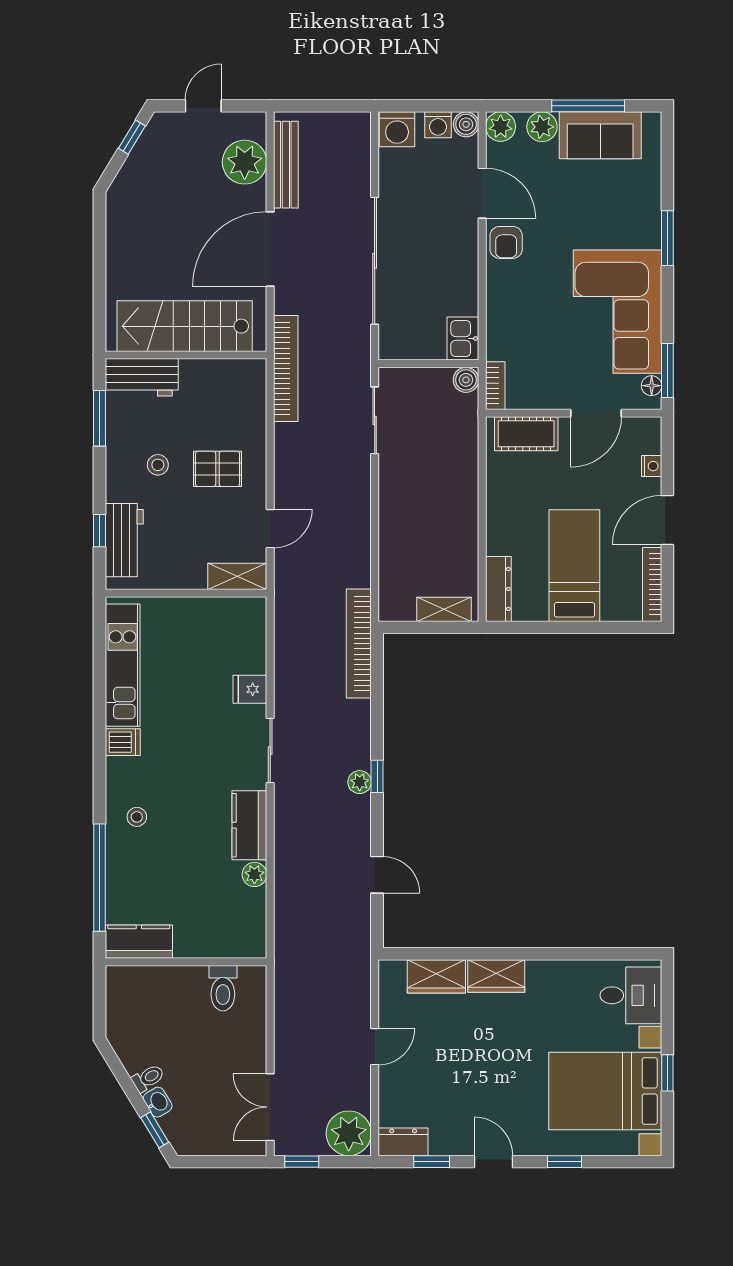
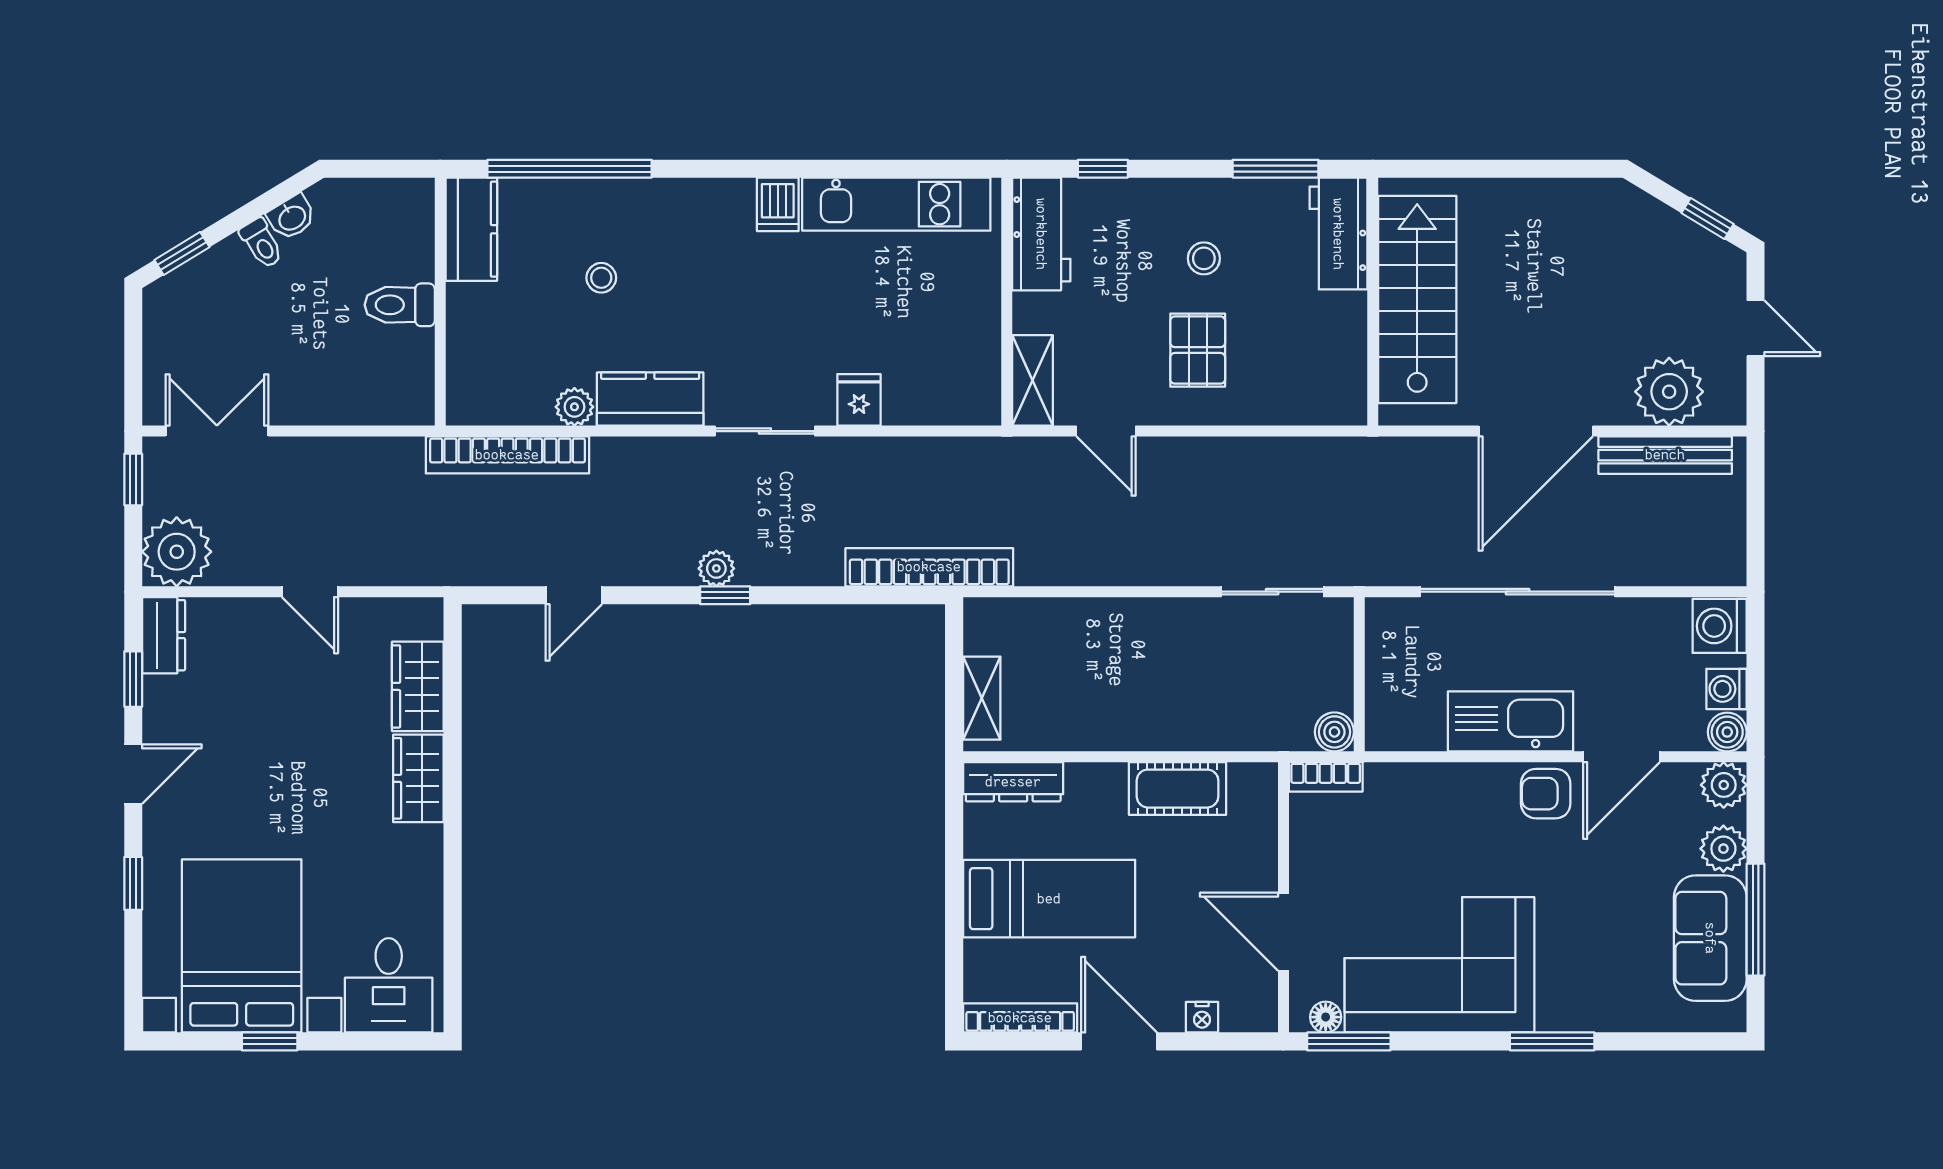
door: (270, 249) -> (1536, 431), swing flipped
kitchen sink: (463, 339) -> (1511, 721), moved, width x1.88, depth x1.24
bookcase: (286, 368) -> (507, 455), moved
cot: (526, 434) -> (1178, 789), moved, turned 90
workbench: (124, 540) -> (1041, 234), moved, turned -90
stool: (137, 817) -> (601, 278), moved
toilet: (223, 988) -> (400, 305), moved
washbasin: (158, 1102) -> (292, 217), moved

